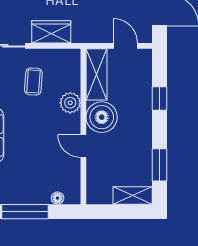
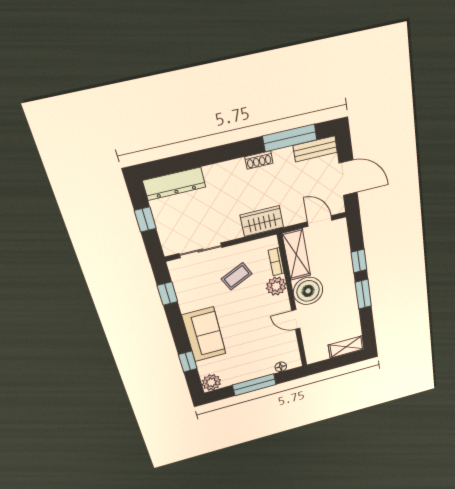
wardrobe: (51, 32) -> (262, 221), moved
bookcase: (75, 77) -> (276, 262), added
coffee table: (33, 81) -> (237, 276), turned 61
window: (159, 165) -> (363, 294), moved

